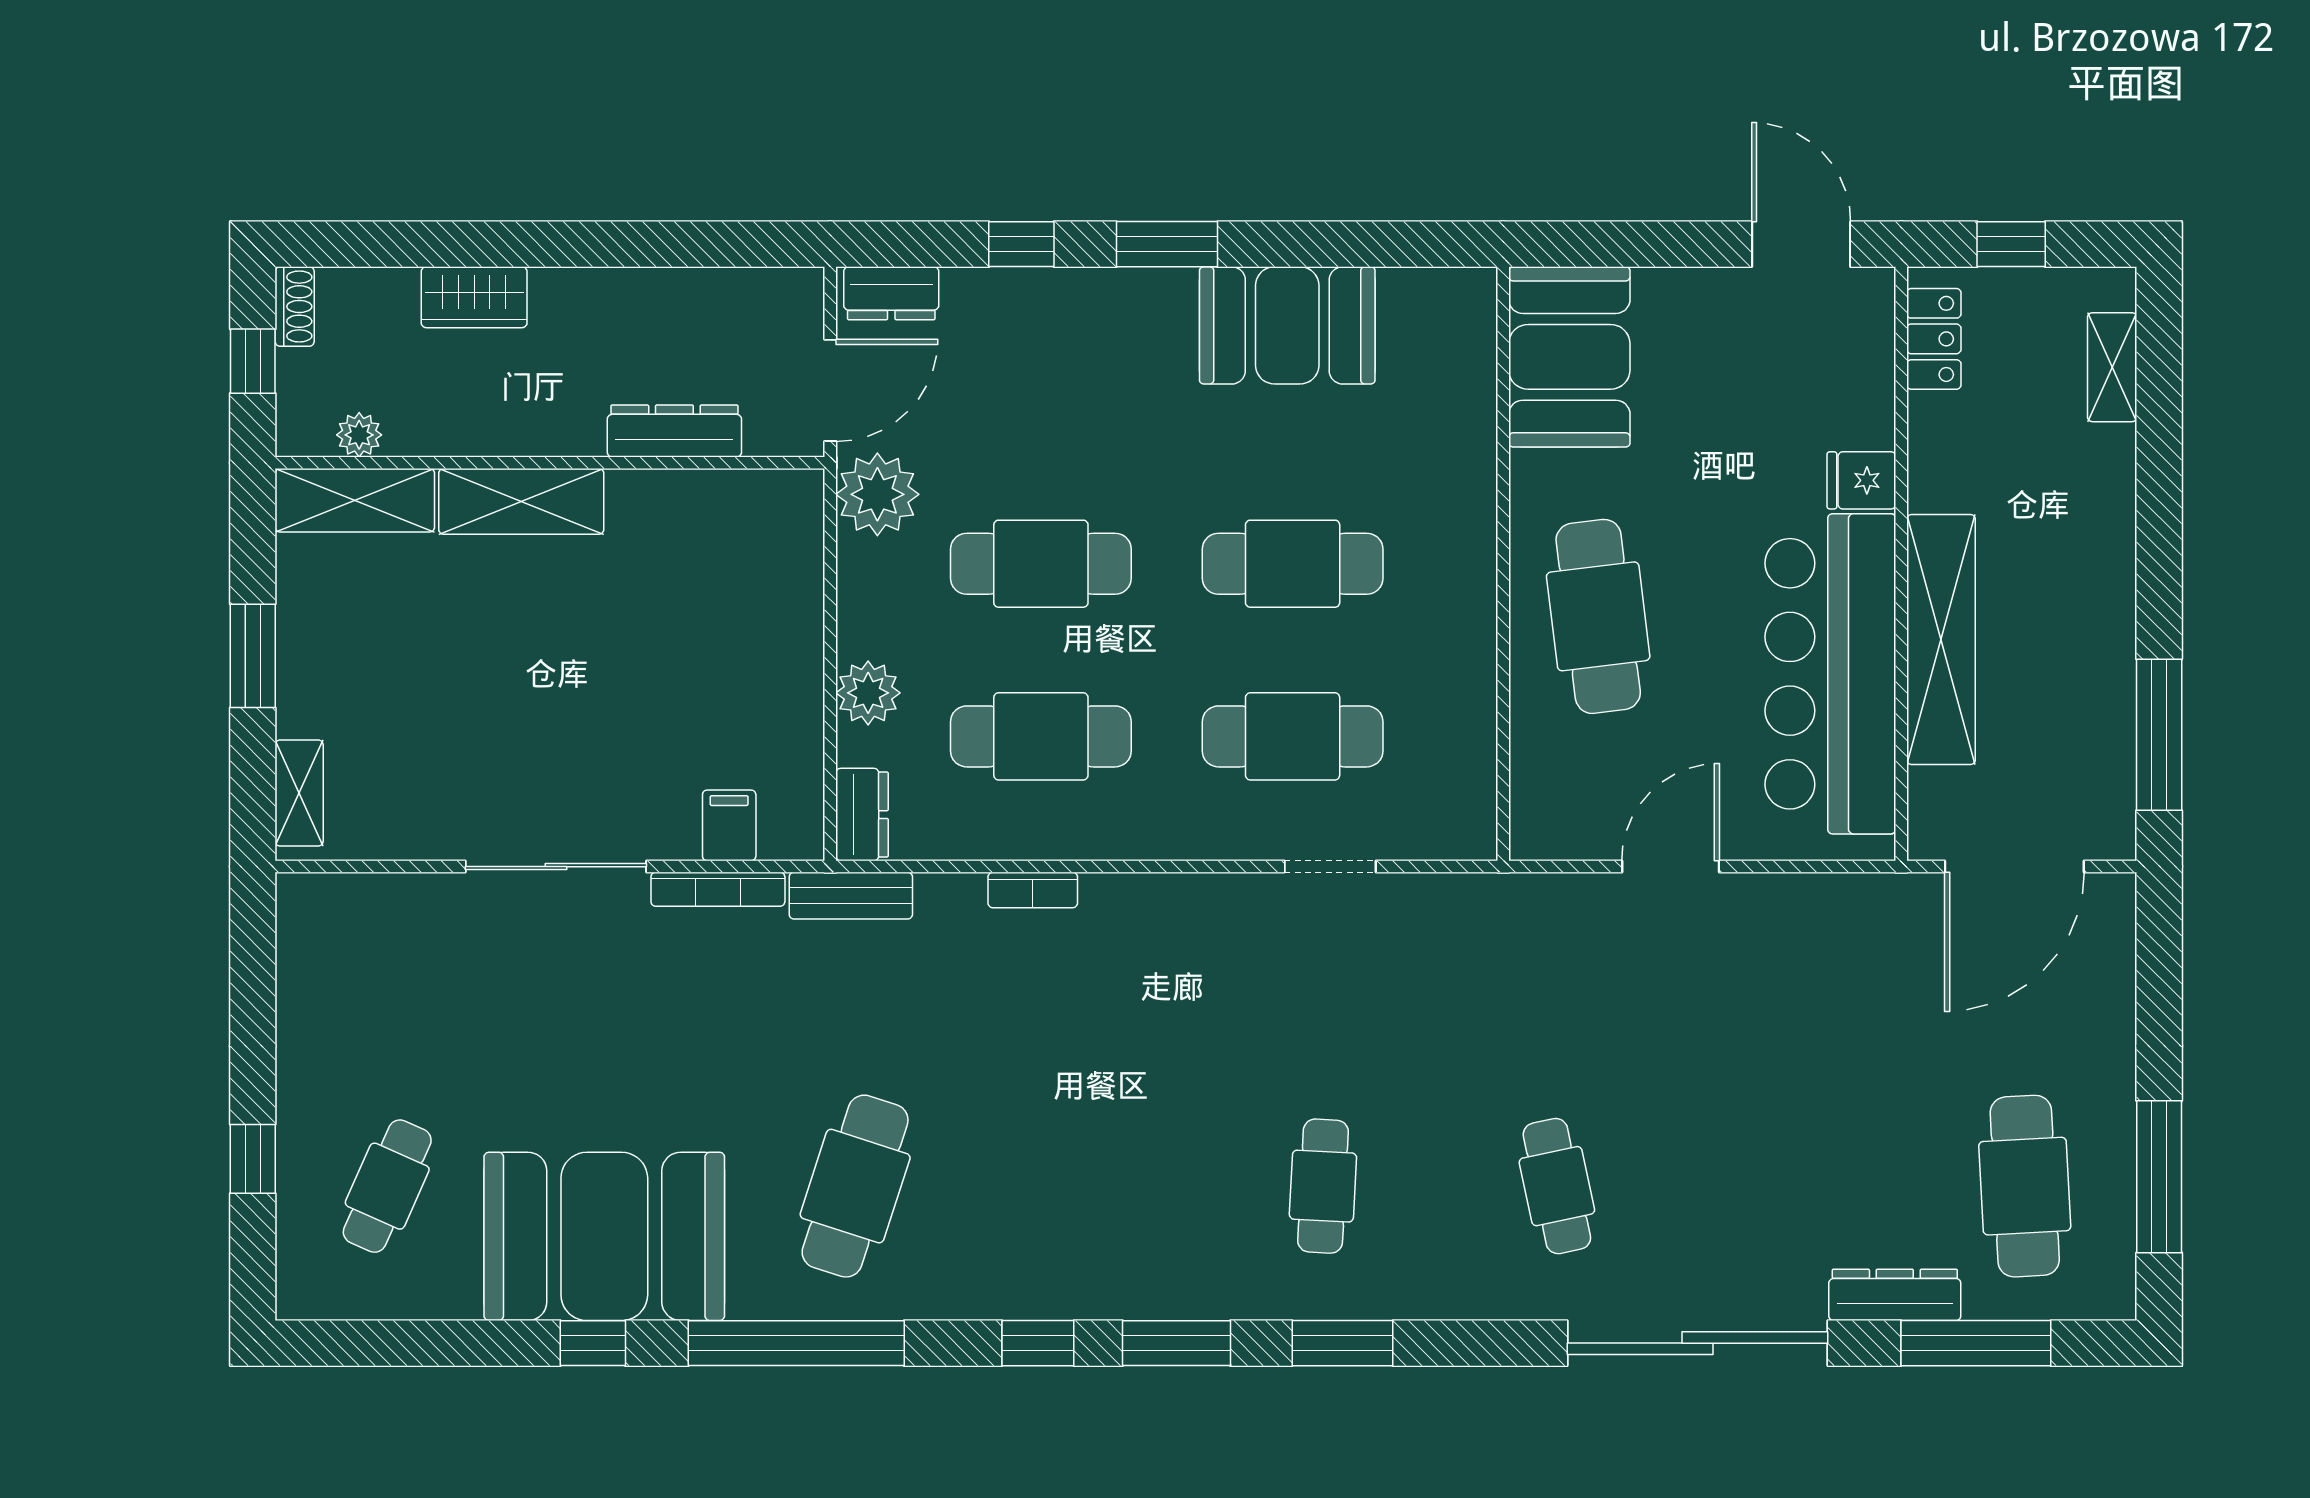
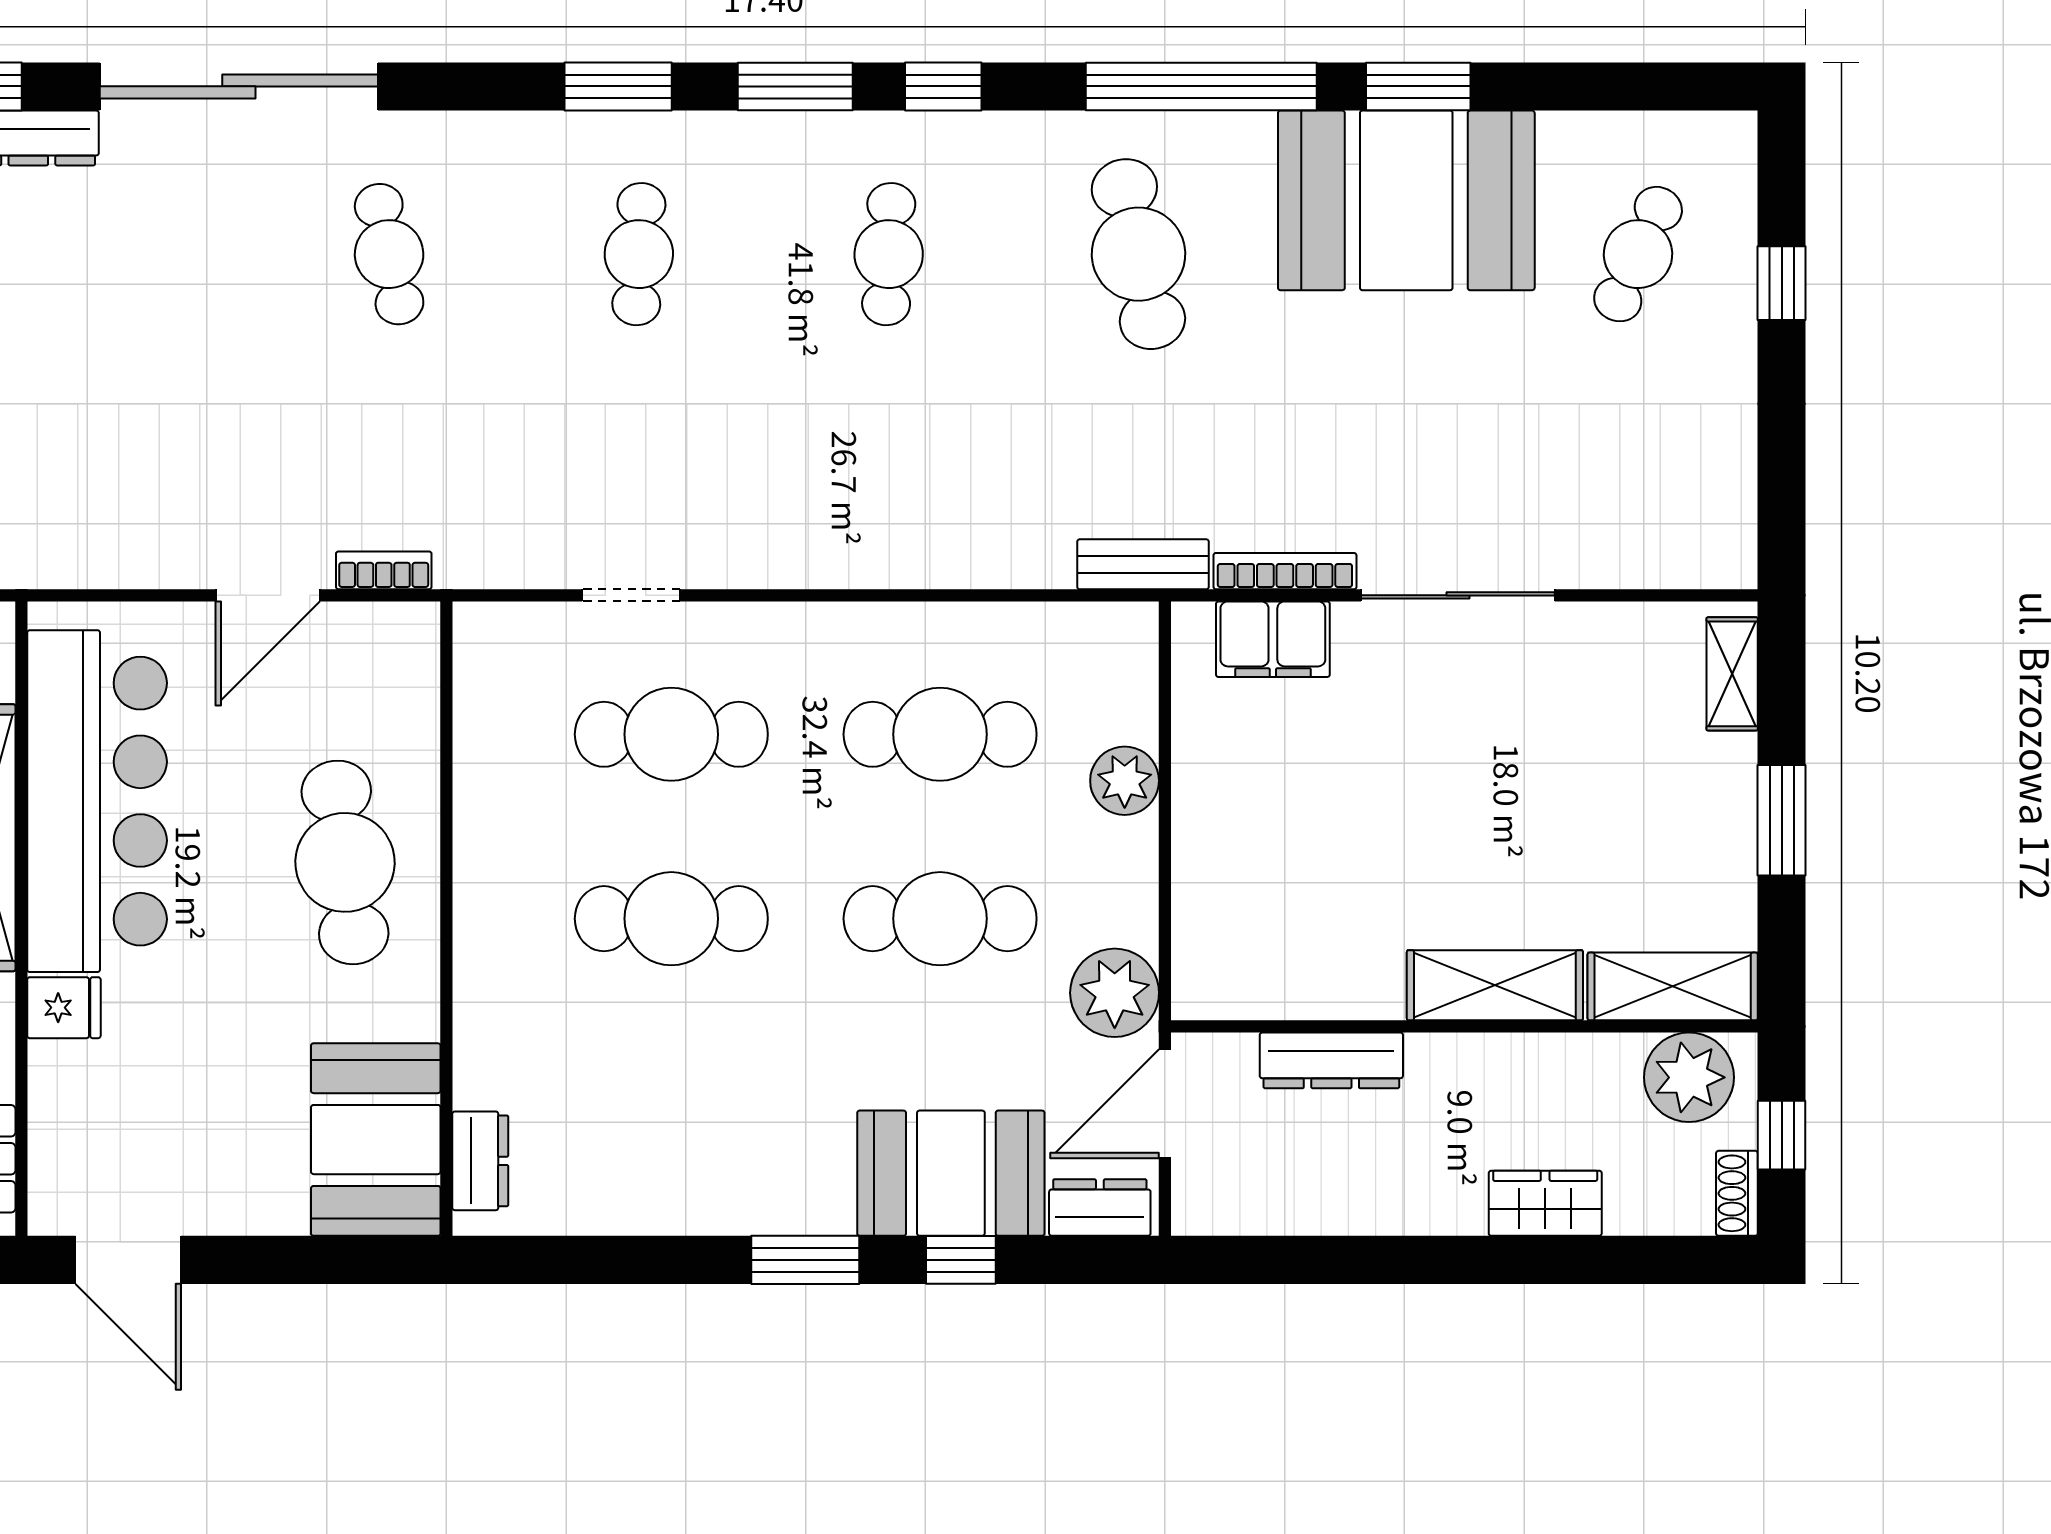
booth: (1287, 325) -> (951, 1173), moved
plant: (359, 435) -> (1689, 1077), width x1.88, depth x1.88
dresser: (862, 815) -> (480, 1161), moved, turned 180
filing cabinet: (729, 825) -> (1273, 639), width x2.00
bookcase: (1033, 890) -> (384, 570), moved
cafe table: (855, 1186) -> (1138, 254), turned -30
cafe table: (1089, 1186) -> (889, 254), added
window: (593, 1343) -> (1418, 86), width x1.50

